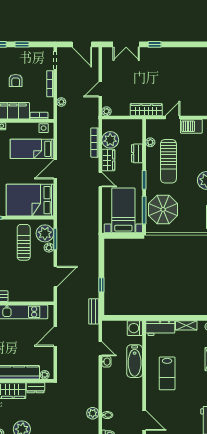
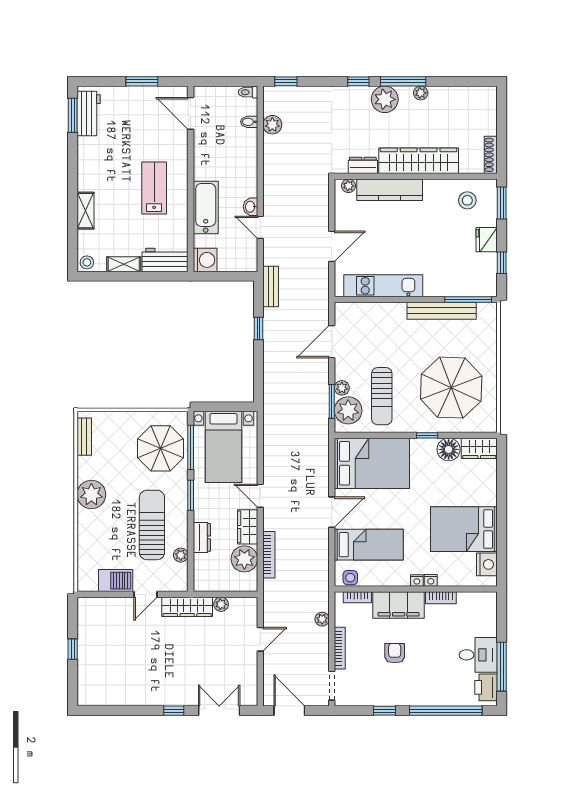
plant: (106, 111) -> (221, 604), moved

